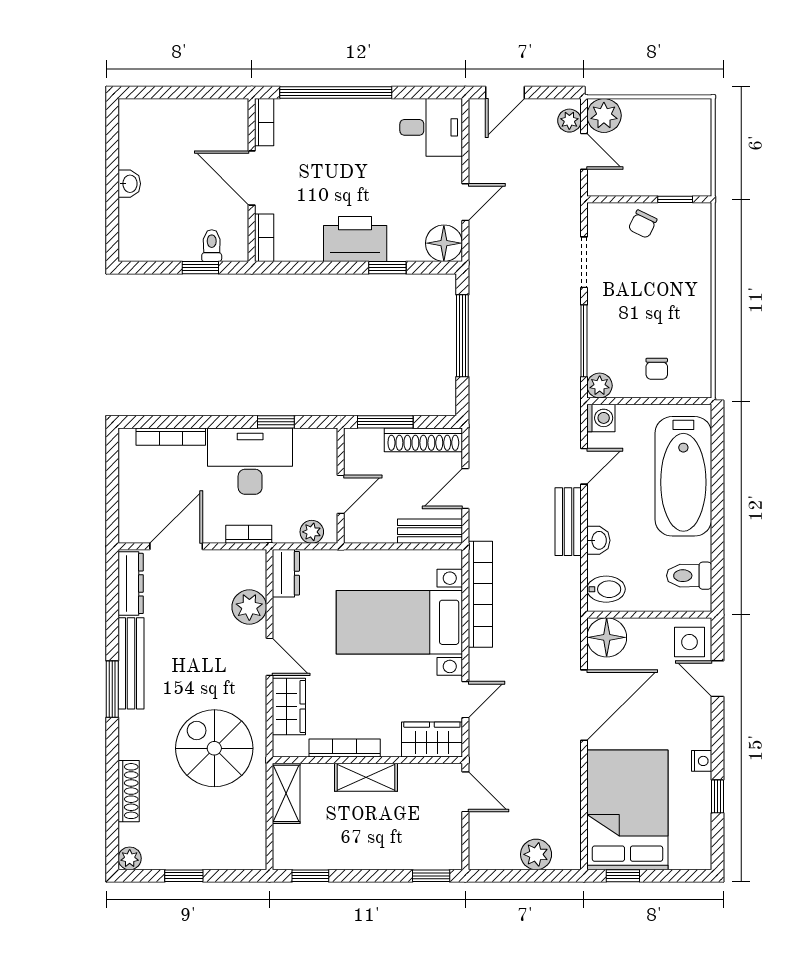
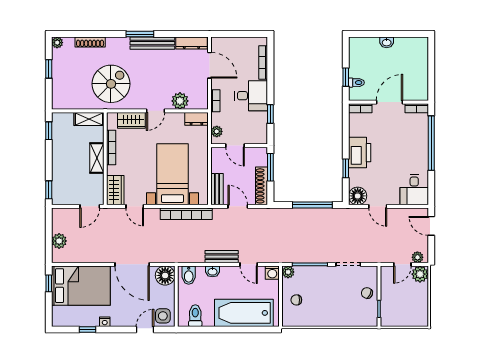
desk: (250, 461) -> (251, 96), width x0.73

